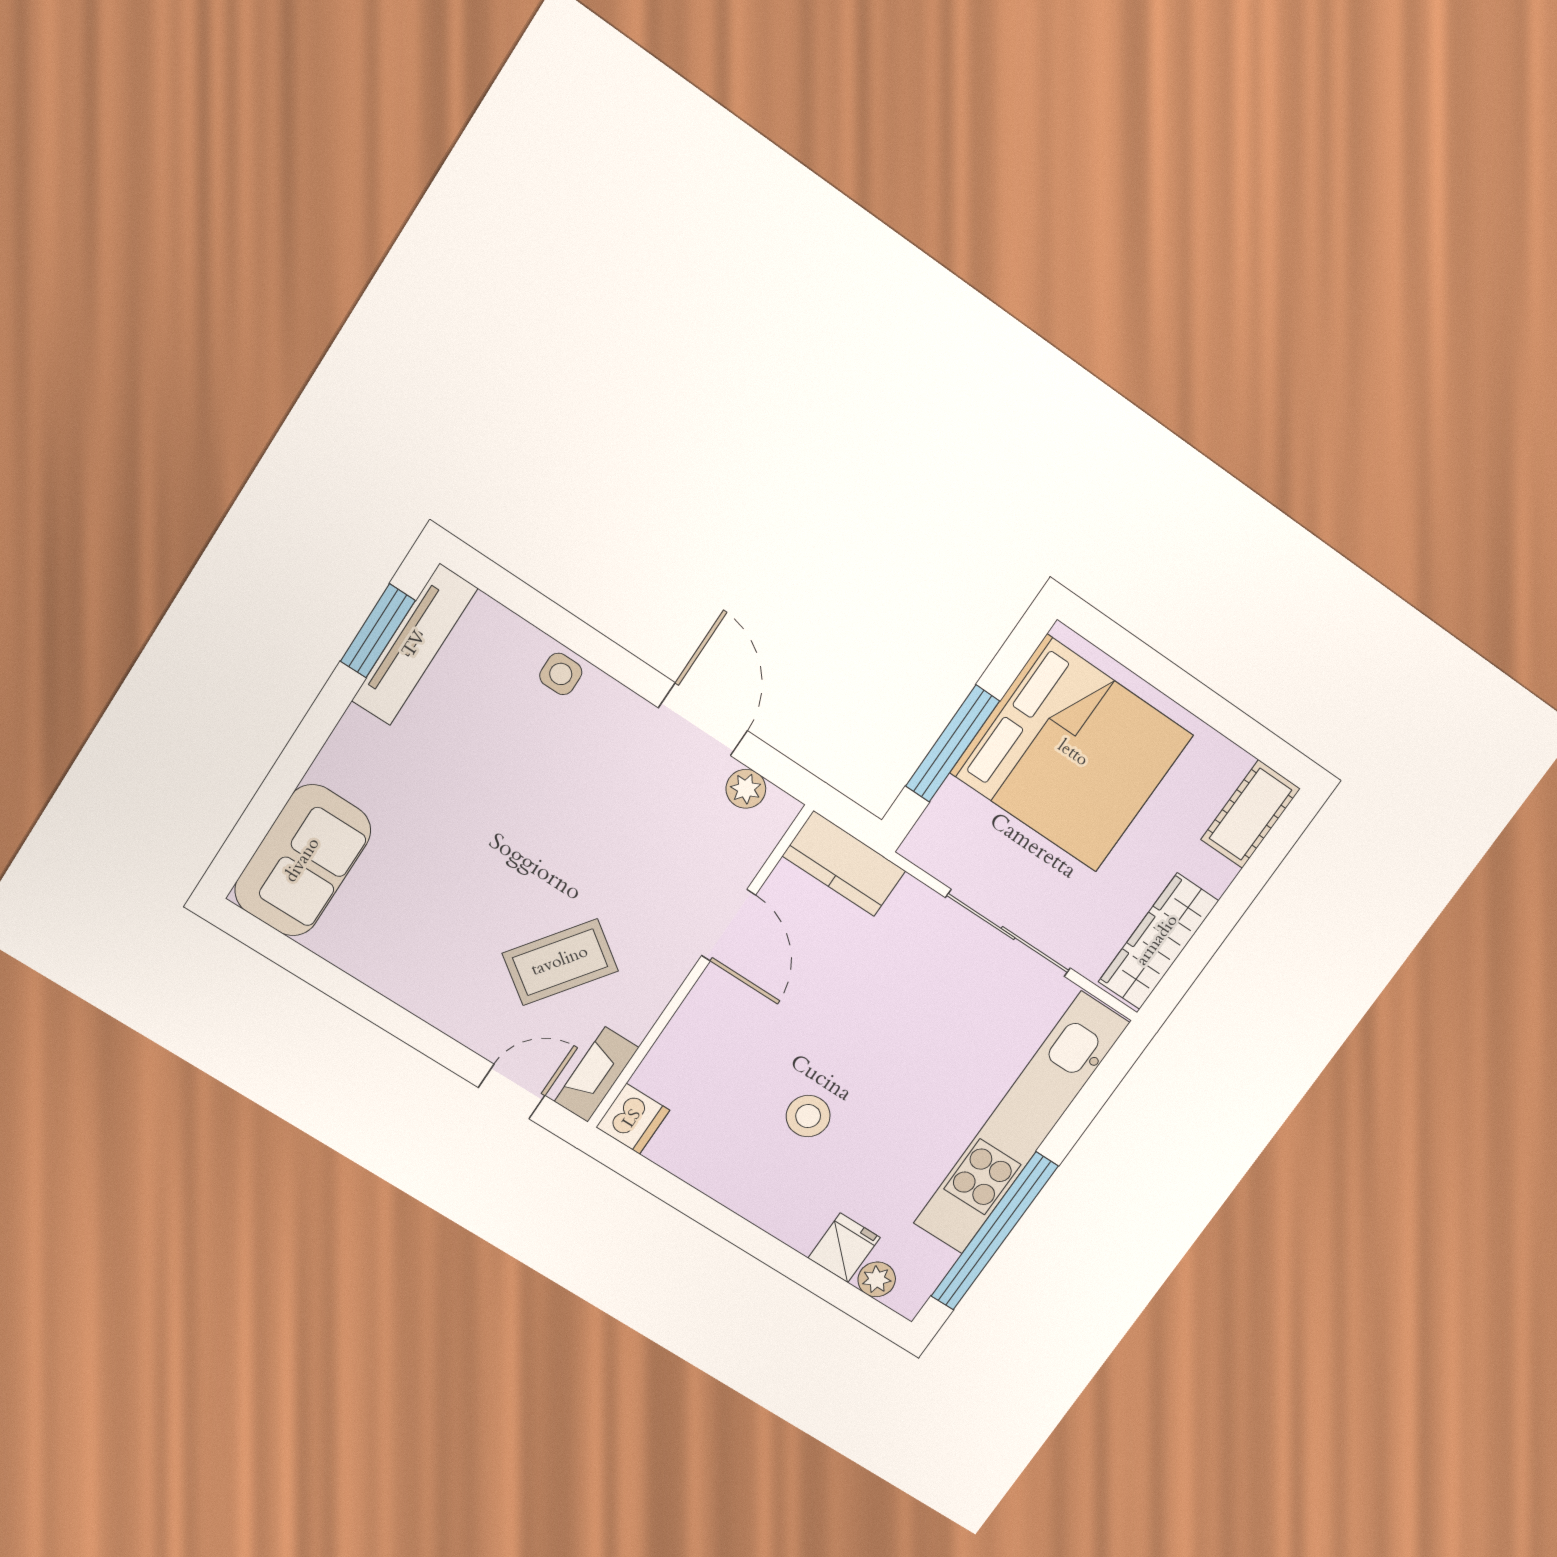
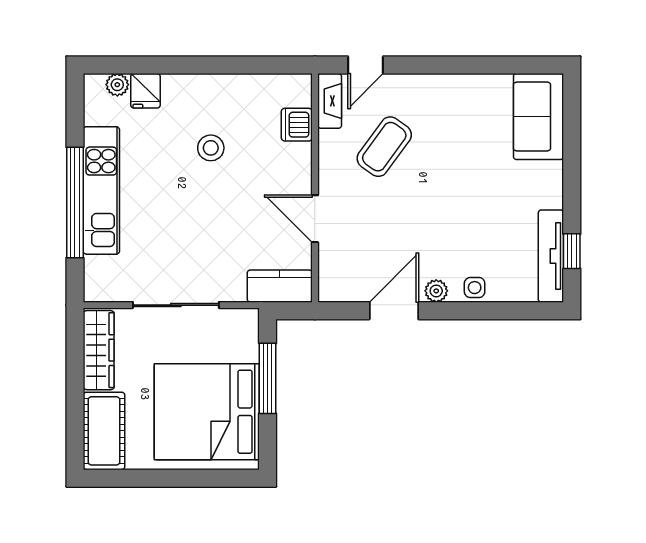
window: (378, 631) -> (572, 251), width x0.67
door: (703, 719) -> (394, 311), swing flipped
plant: (746, 789) -> (436, 291), moved
cot: (1250, 814) -> (104, 431), width x1.37, depth x1.34
dishwasher: (633, 1119) -> (297, 125), moved
kitchen unit: (1021, 1124) -> (101, 190), width x0.73
window: (994, 1231) -> (75, 202), moved

